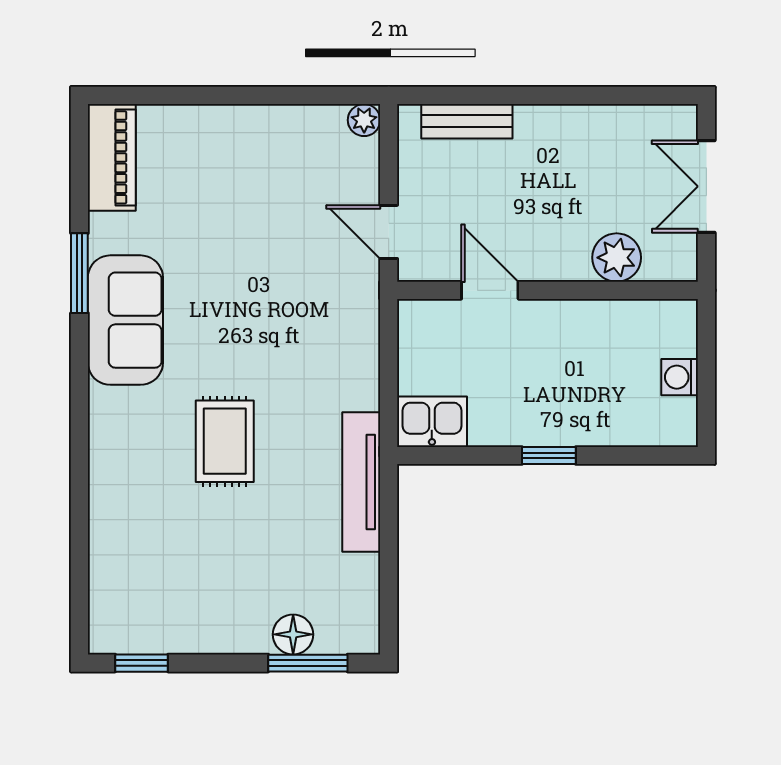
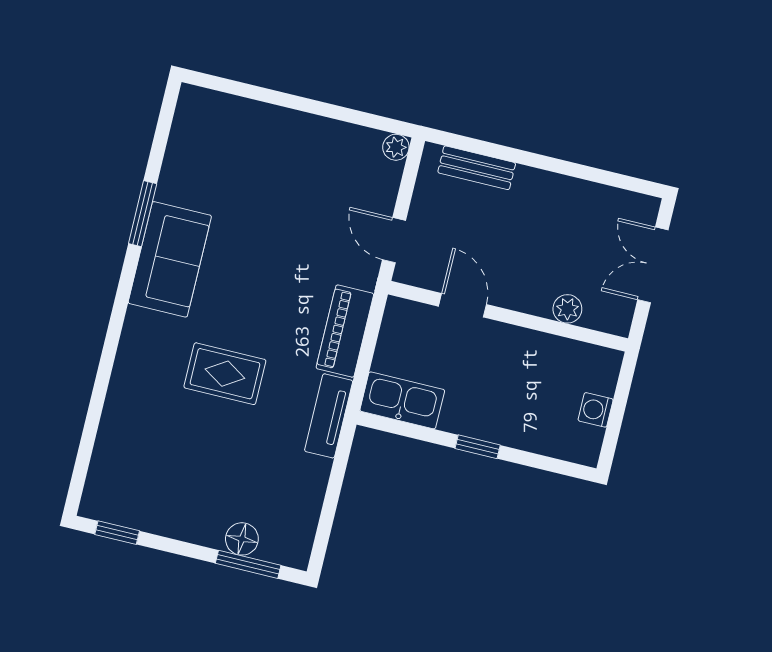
piano: (112, 157) -> (345, 331), moved, turned 180
plant: (617, 258) -> (567, 309), width x0.73, depth x0.73
kitchen sink: (432, 422) -> (402, 400), width x1.38
rug: (225, 441) -> (225, 374), turned 90
tv unit: (361, 482) -> (329, 416), width x0.71

